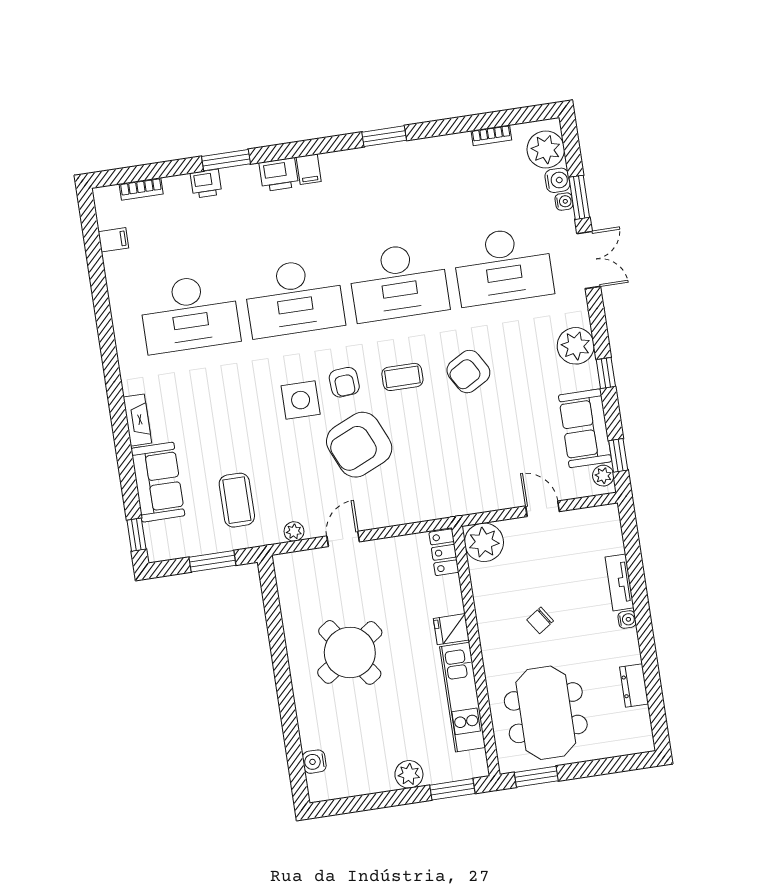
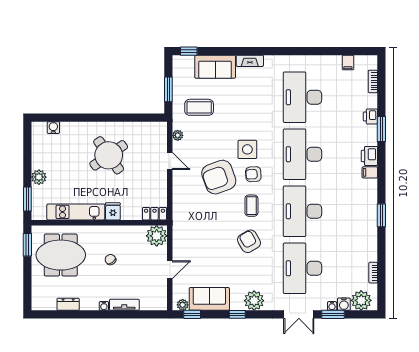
armchair: (359, 445) -> (219, 177), turned -86

